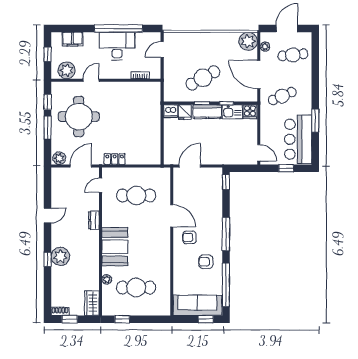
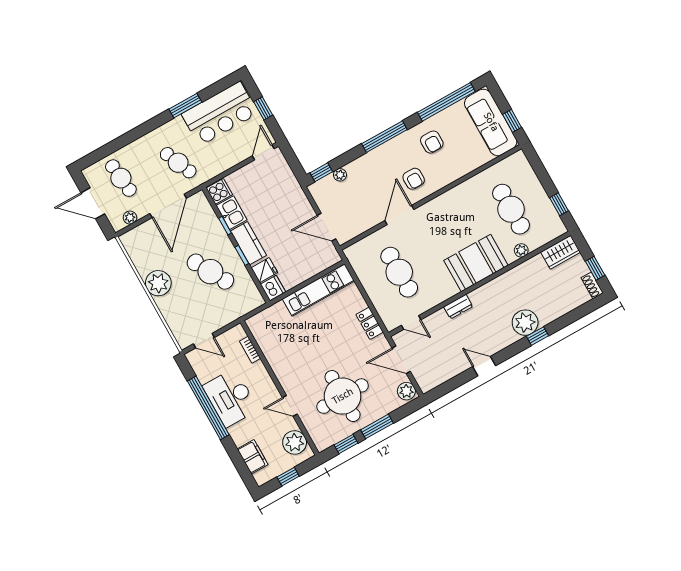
plant: (248, 41) -> (158, 283), moved
kitchen unit: (153, 139) -> (318, 290), added
plant: (218, 193) -> (340, 175), added
window: (206, 319) -> (512, 121), moved

